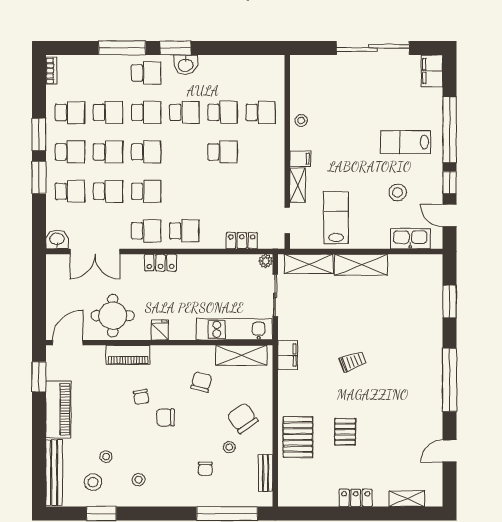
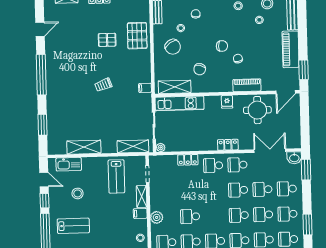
plant: (275, 152) -> (157, 217), added
window: (39, 177) -> (306, 170), moved
locker: (242, 241) -> (188, 160), moved
shelving: (361, 265) -> (84, 147), moved
filing cabinet: (288, 355) -> (145, 88), width x0.50
pallet: (345, 432) -> (107, 40), turned 90

